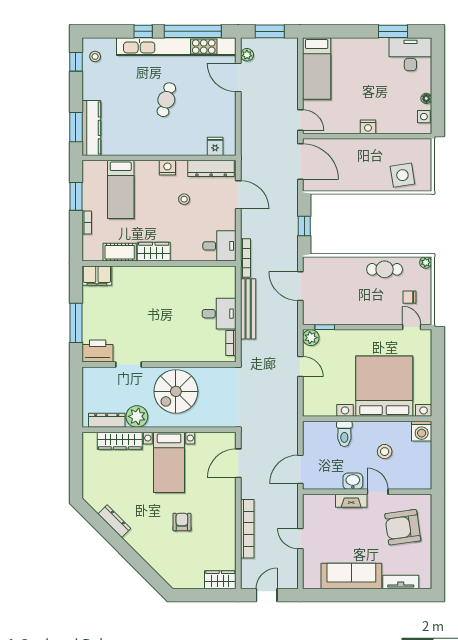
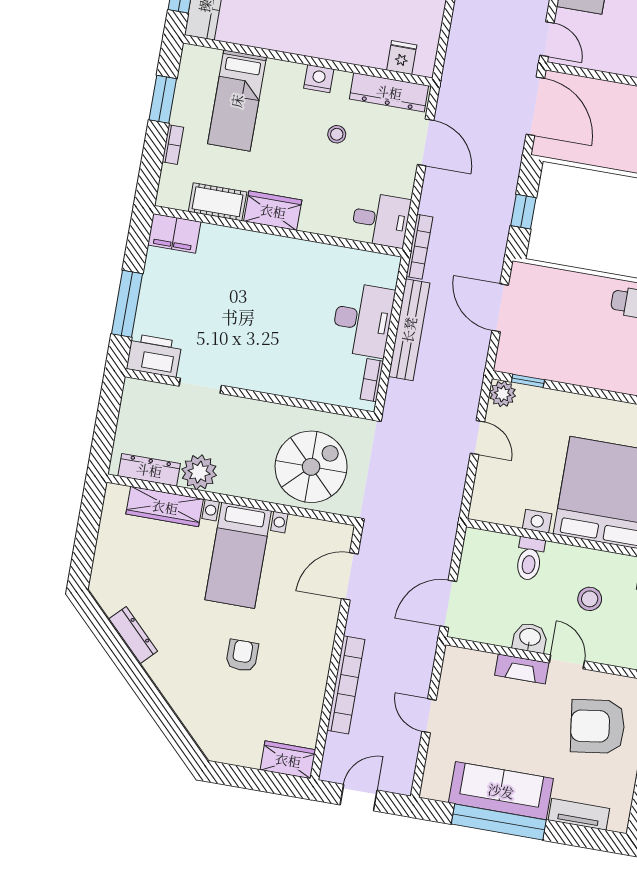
desk: (219, 314) -> (363, 320), width x1.37
spiral stairs: (176, 391) -> (311, 467), moved, turned 180
window: (353, 595) -> (499, 822), added

